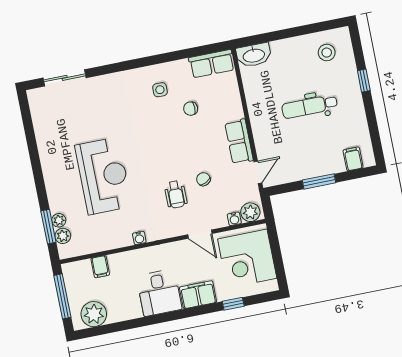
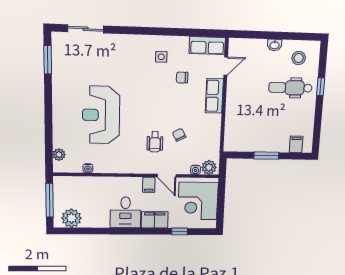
washbasin: (254, 55) -> (275, 45), moved, width x0.52, depth x0.69
dental chair: (310, 106) -> (290, 88), moved
row of seats: (239, 141) -> (214, 96), moved
door: (258, 172) -> (226, 66), moved
reception desk: (103, 176) -> (101, 115), turned 180
plant: (59, 220) -> (58, 142), removed
window: (48, 227) -> (48, 60), moved
water cooler: (139, 238) -> (88, 168), moved
filing cabinet: (100, 267) -> (149, 185), moved

